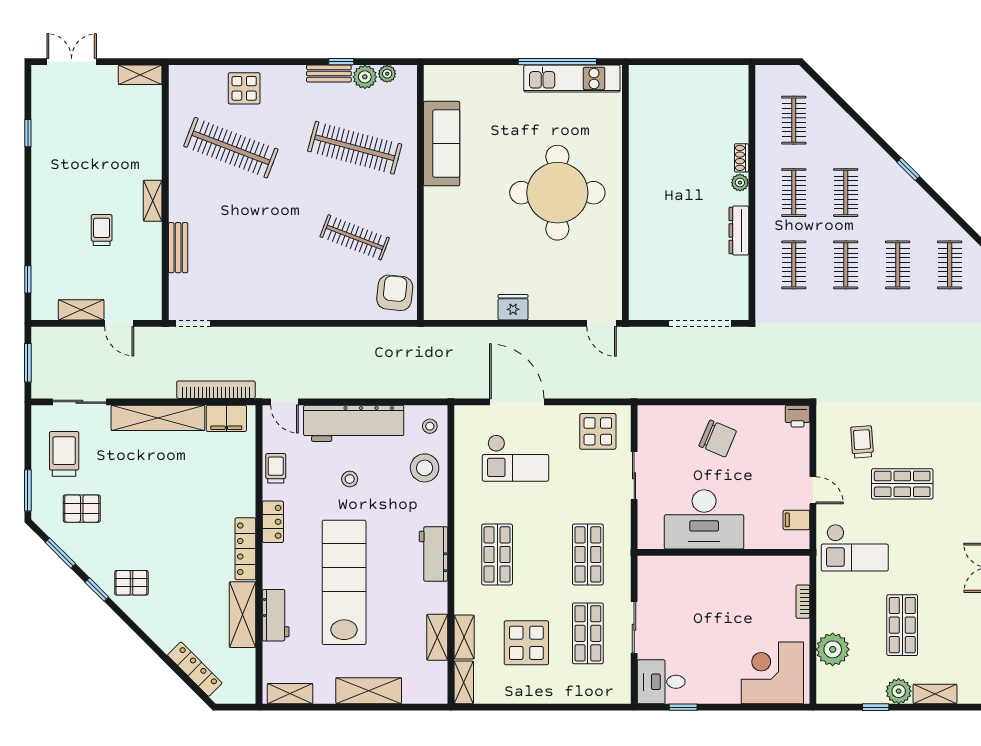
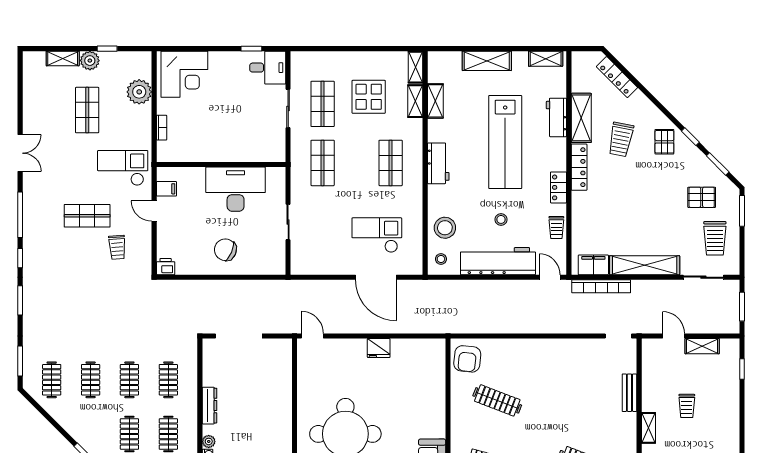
display table: (598, 431) -> (315, 255), removed
pallet: (131, 583) -> (664, 142), turned 90
trolley: (190, 586) -> (621, 139), added

